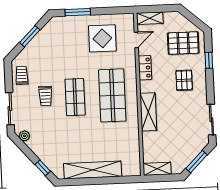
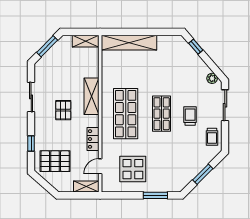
pallet: (184, 80) -> (63, 110), moved
sliding door: (211, 120) -> (31, 97), moved
shelving: (93, 170) -> (129, 43), moved

